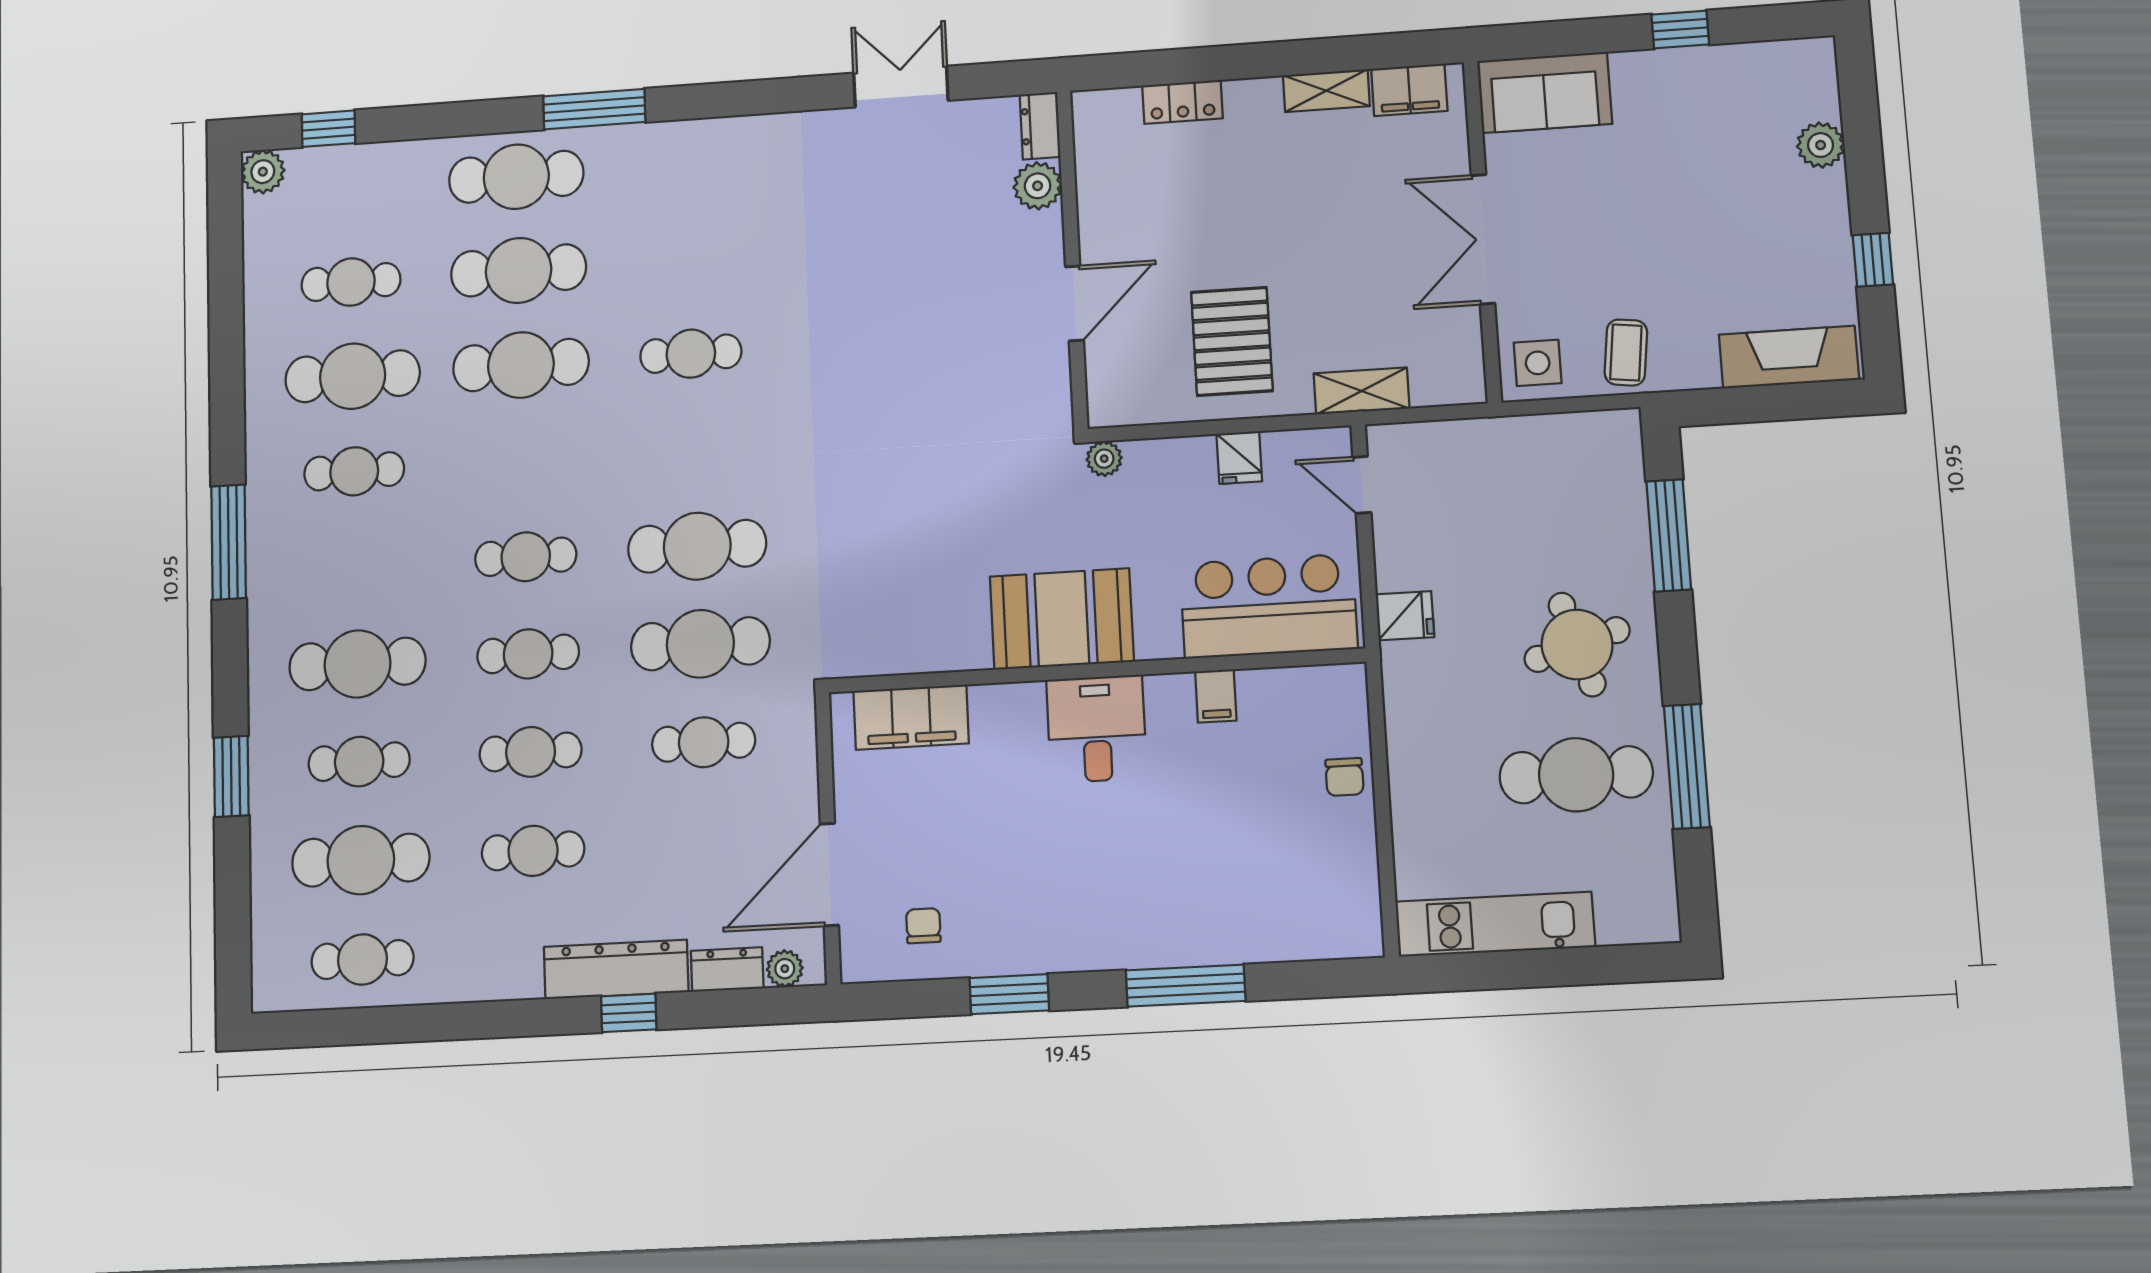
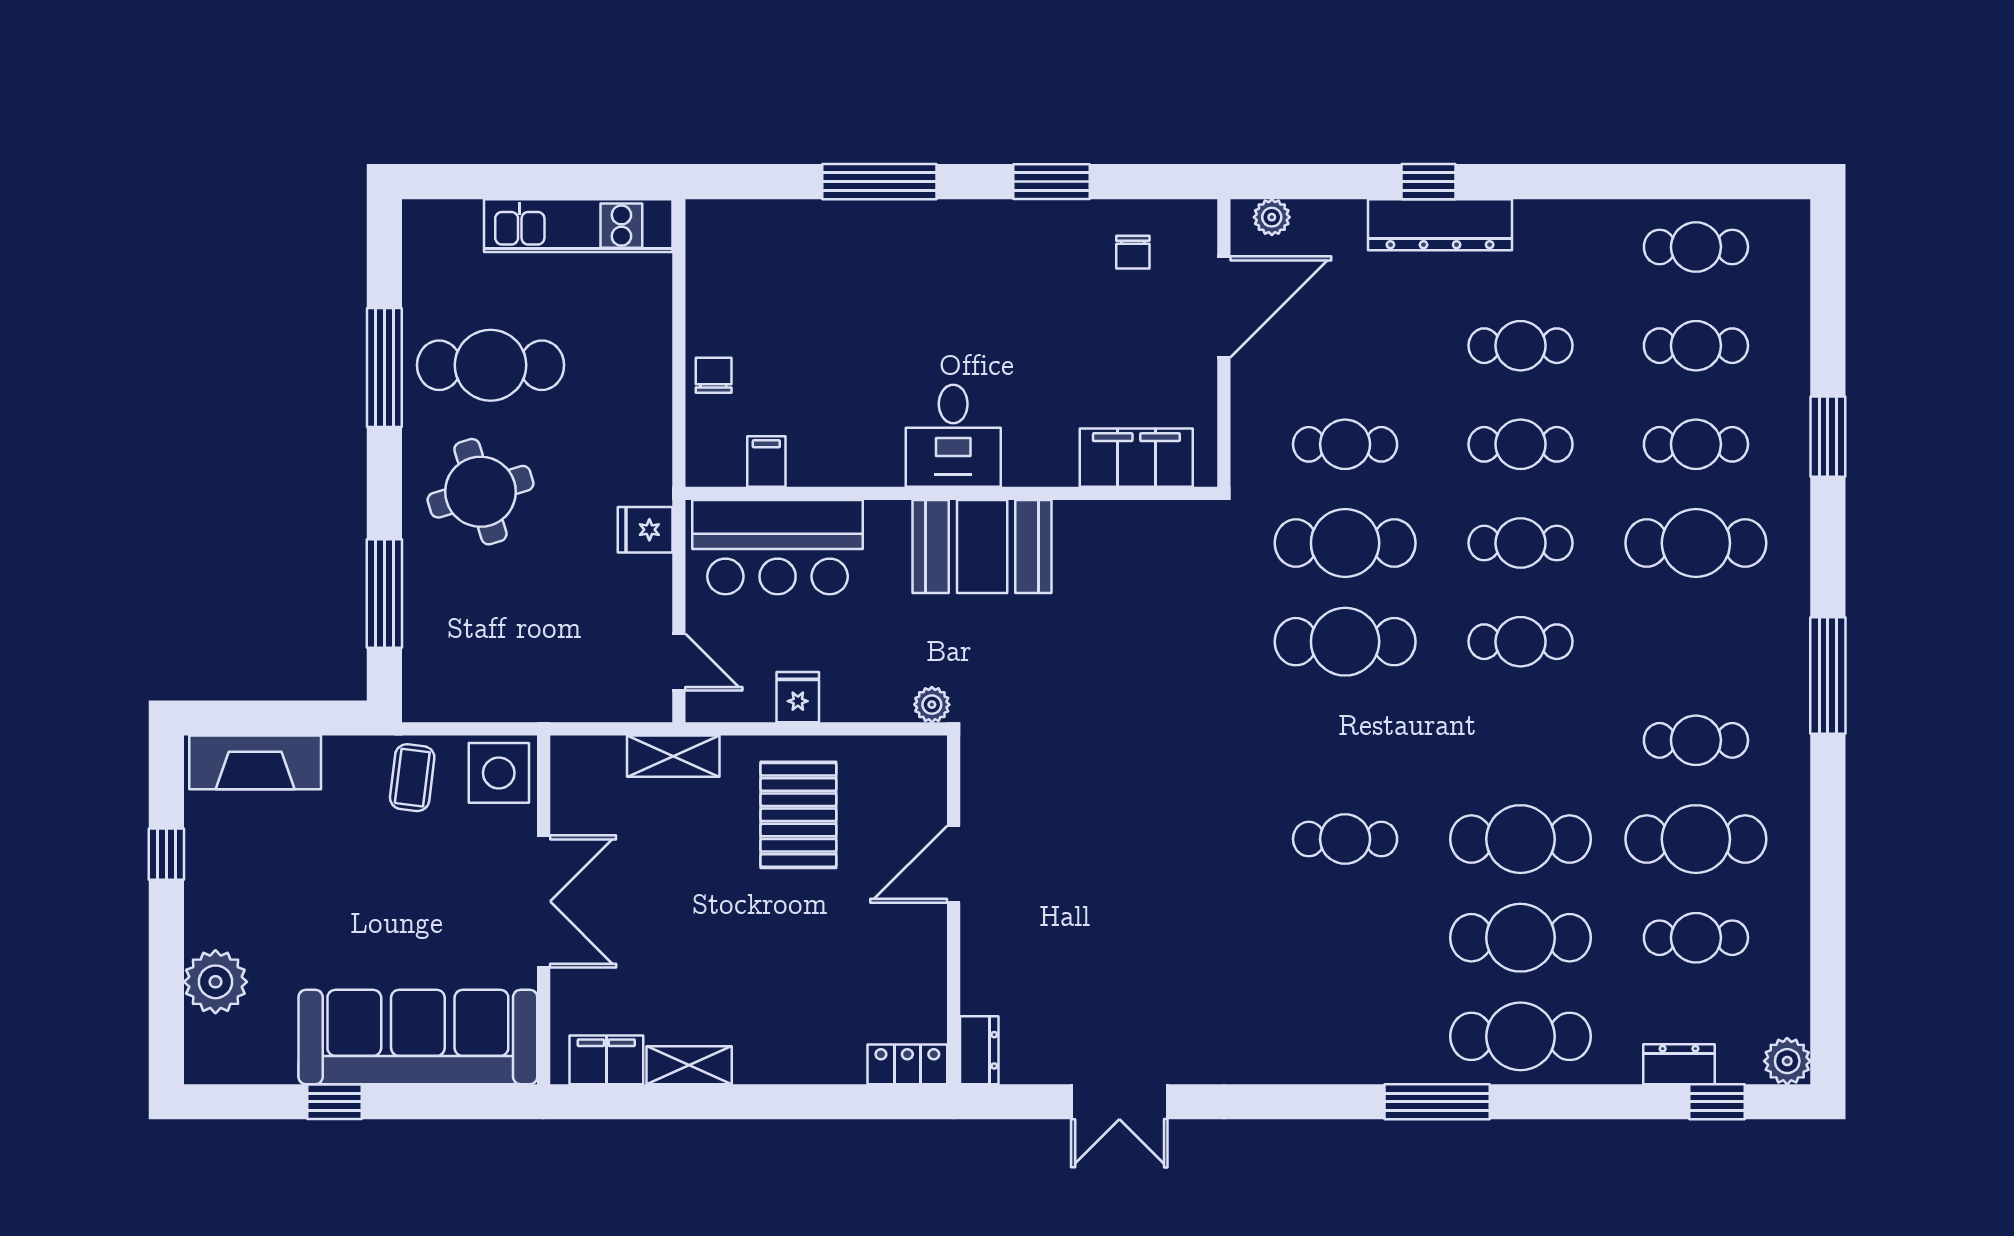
sofa: (1545, 92) -> (418, 1037), width x1.85, depth x1.27
locker: (1182, 102) -> (907, 1064), moved
plant: (1821, 145) -> (215, 982), width x1.36, depth x1.36
plant: (1038, 186) -> (985, 988), removed
side table: (1538, 363) -> (499, 773), width x1.37, depth x1.37
filing cabinet: (1216, 696) -> (766, 462), moved
cafe table: (361, 860) -> (1696, 346), width x0.73, depth x0.74
dresser: (727, 970) -> (1679, 1064), moved, turned 180

